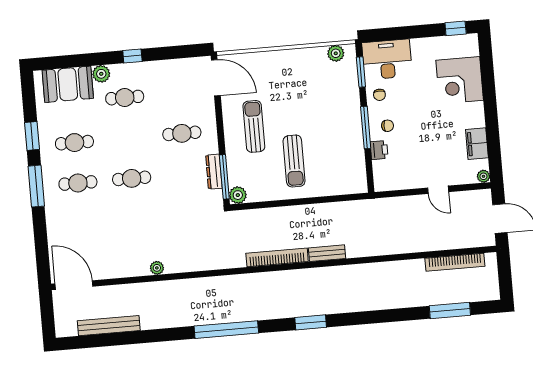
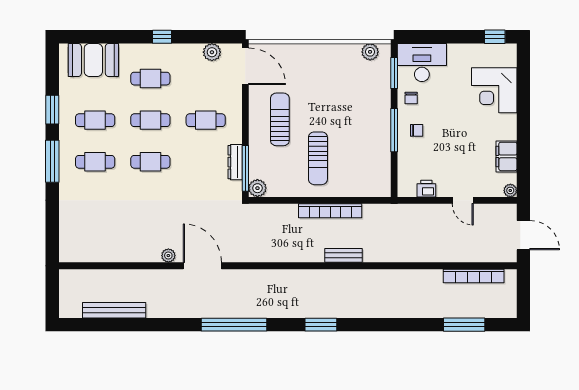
plant: (101, 74) -> (212, 52), moved
cafe table: (128, 138) -> (150, 120), added
printer: (379, 150) -> (426, 189), moved, turned -90
bookcase: (277, 257) -> (330, 211), moved, turned 180
door: (74, 285) -> (202, 266), moved

